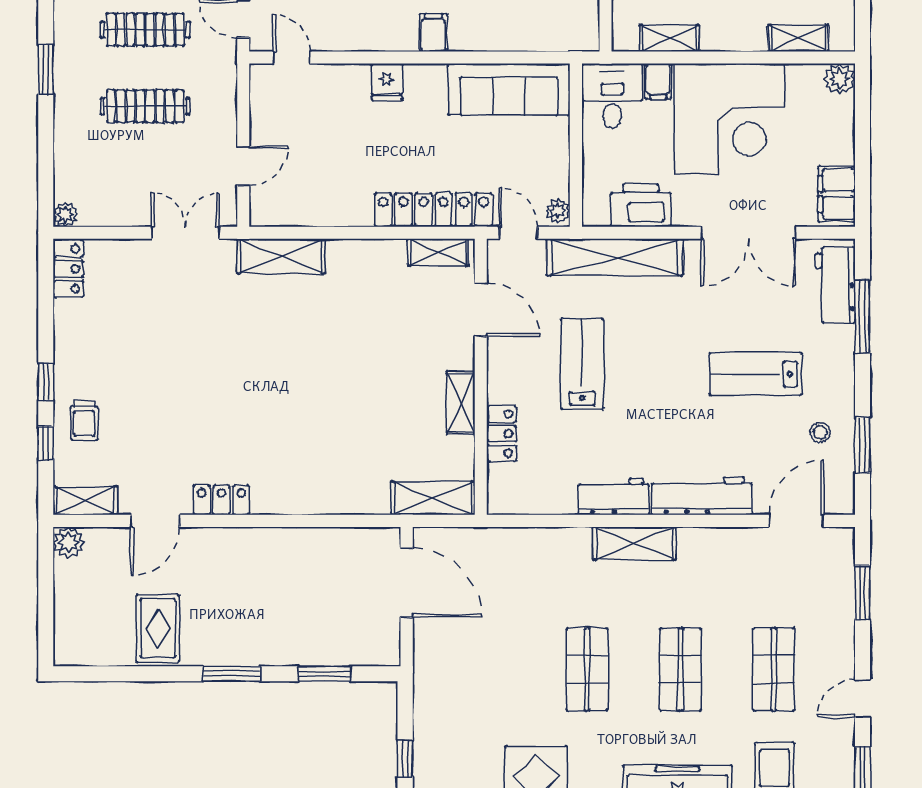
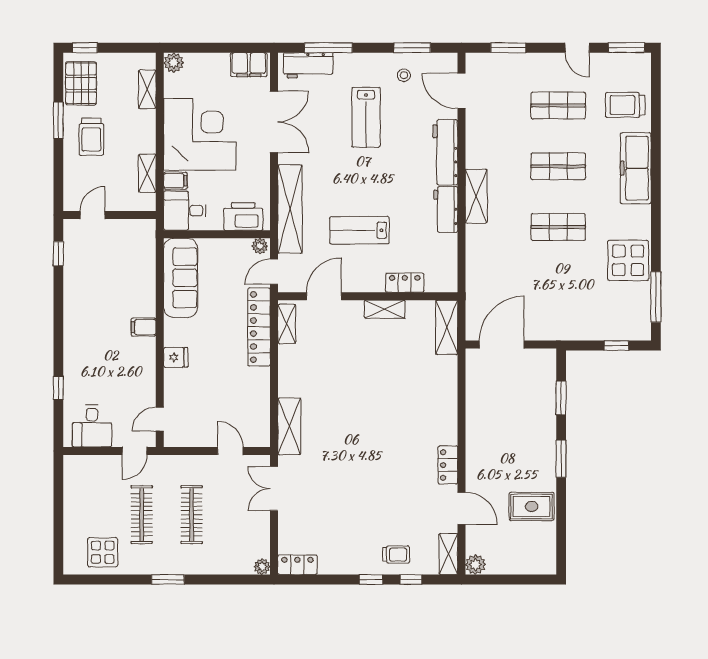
printer: (641, 205) -> (243, 216), moved, turned 90

